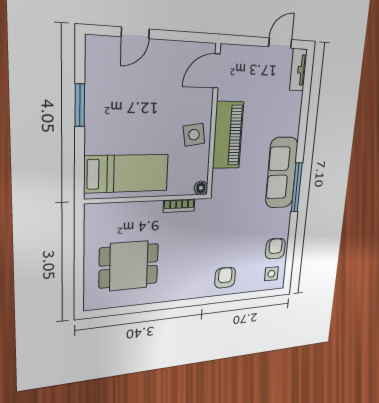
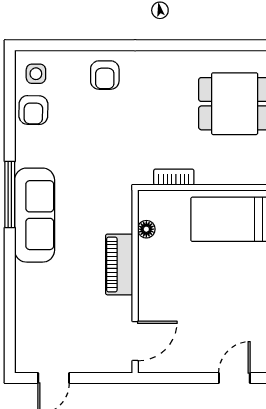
tv unit: (298, 70) -> (24, 347), removed
side table: (194, 135) -> (159, 265), removed
piano: (228, 135) -> (119, 264), width x0.73, depth x0.75
floor lamp: (201, 188) -> (146, 229), moved

